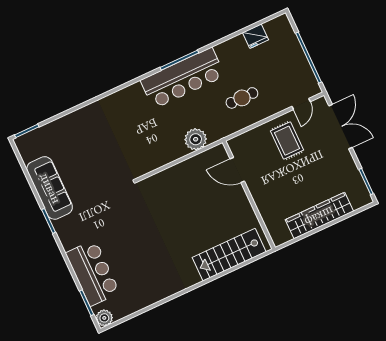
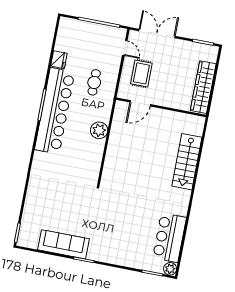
fridge: (256, 36) -> (59, 60), moved
bar counter: (183, 78) -> (55, 111), width x1.36
rug: (287, 141) -> (141, 73), turned 90
door: (237, 170) -> (140, 103), moved
wall: (249, 195) -> (161, 107), moved
bar counter: (93, 273) -> (169, 238), moved, turned -90

